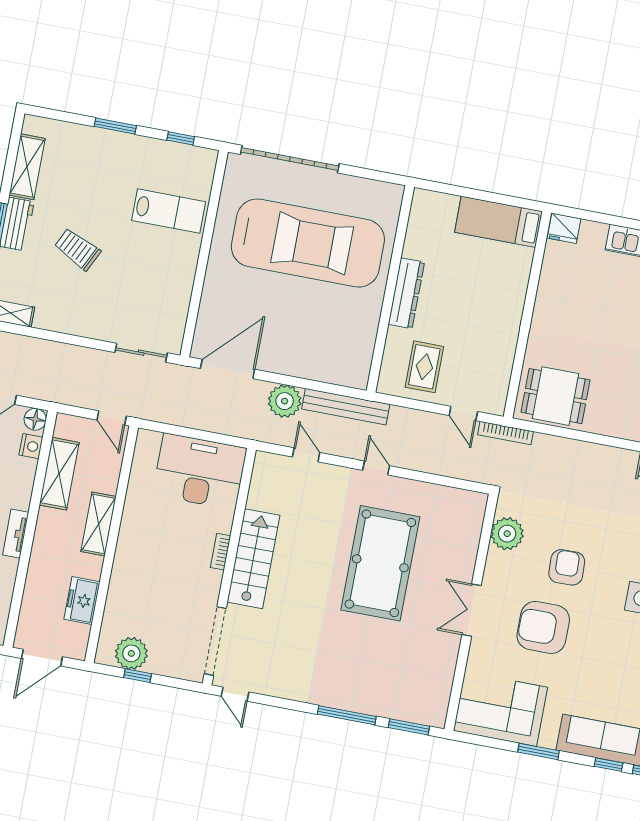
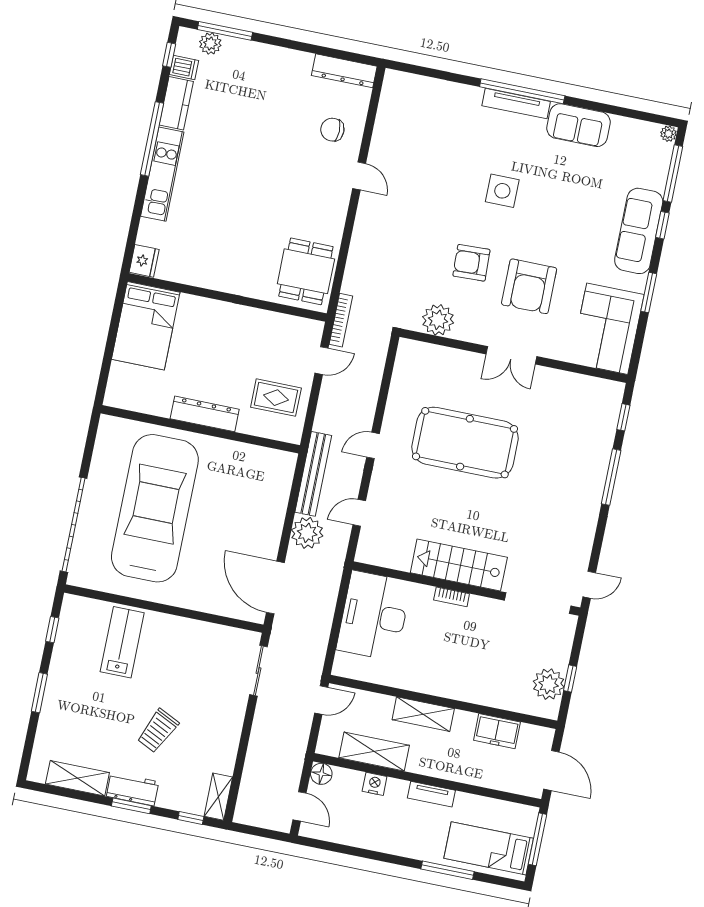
bed: (499, 222) -> (146, 326), width x1.50
nightstand: (31, 446) -> (375, 784), moved
window: (409, 727) -> (623, 417), width x0.67

